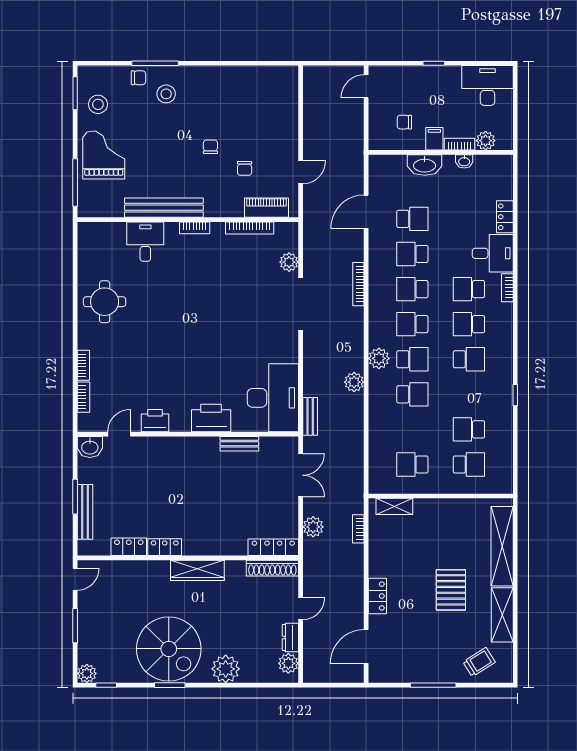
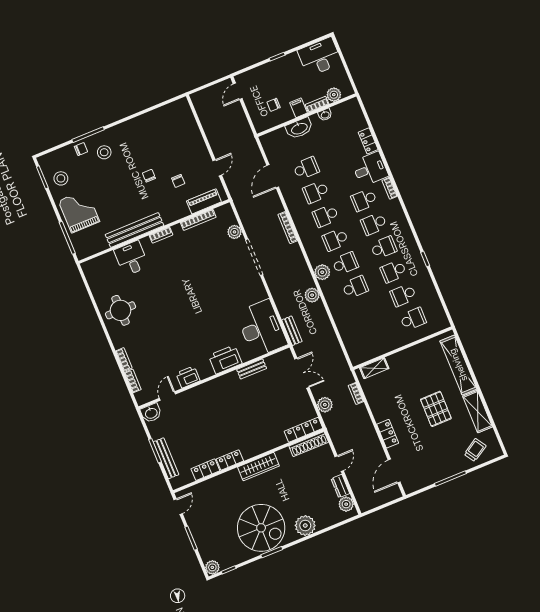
school desk: (412, 465) -> (393, 271), moved

